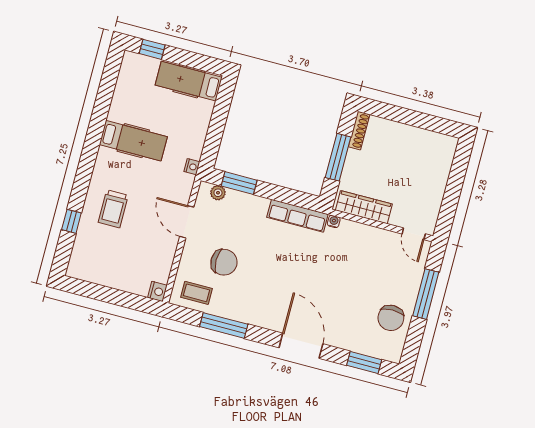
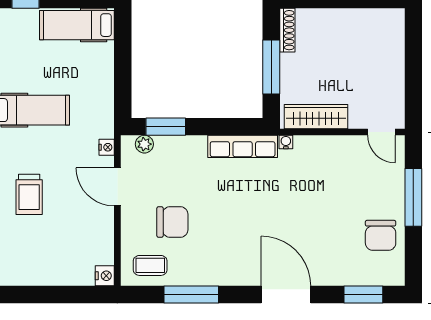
nightstand: (192, 167) -> (107, 147), moved

